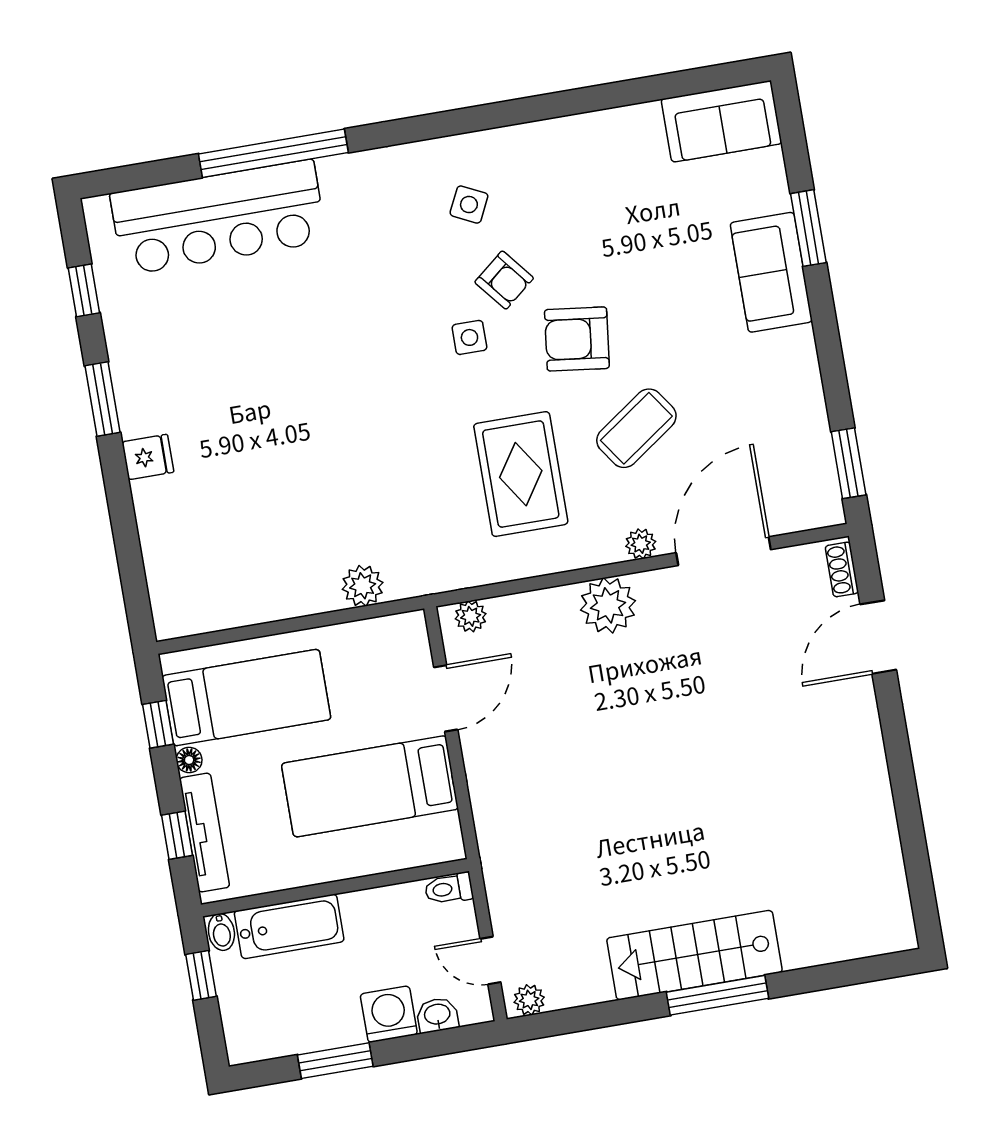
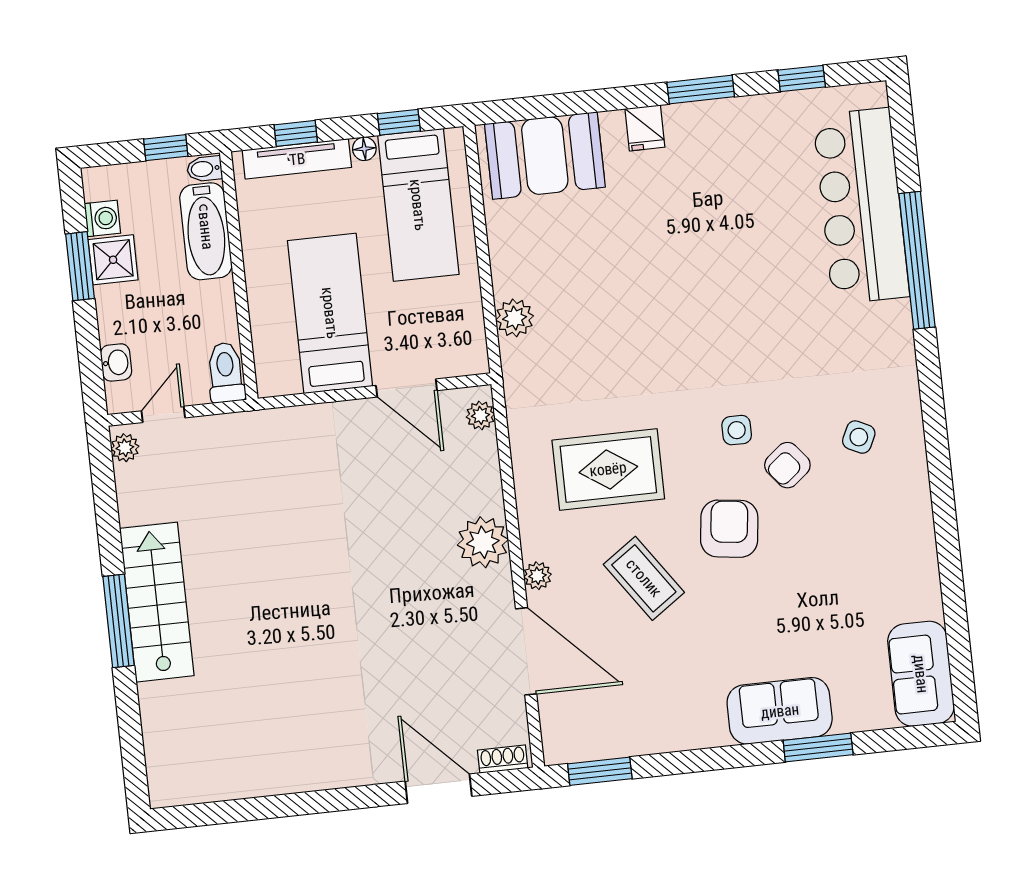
booth: (184, 564) -> (545, 156), added
toilet: (449, 889) -> (226, 372), width x1.37, depth x1.39
washing machine: (389, 1014) -> (102, 218), moved, width x0.73, depth x0.73
shower: (326, 1025) -> (113, 260), added

